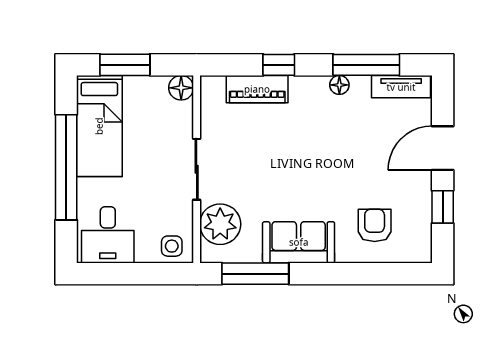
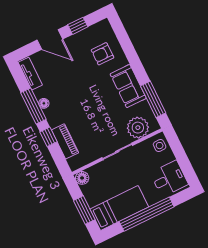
window: (366, 65) -> (33, 106), moved

